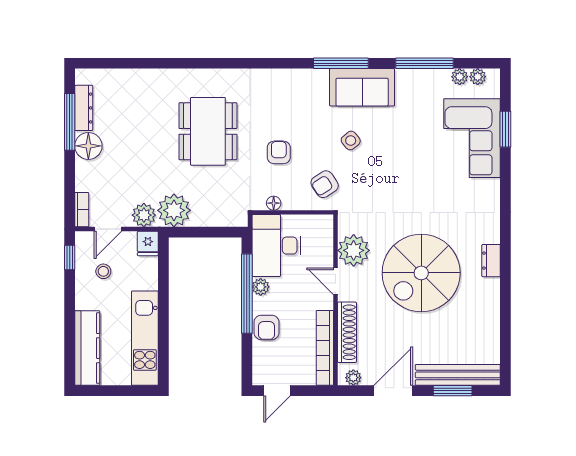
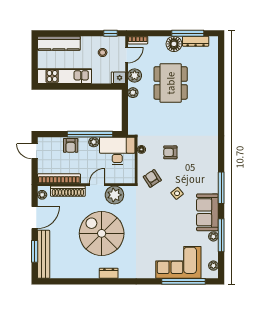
plant: (460, 77) -> (213, 236), moved
sofa: (362, 87) -> (207, 212), moved
window: (505, 129) -> (184, 281), width x2.11
dining table: (208, 131) -> (171, 83), moved, turned 90
armchair: (279, 152) -> (170, 152), turned 180
plant: (174, 210) -> (133, 93), width x0.53, depth x0.53
door: (108, 229) -> (127, 55), swing flipped
armchair: (266, 327) -> (71, 145), turned -90
door: (393, 391) -> (35, 218), hinge flipped

